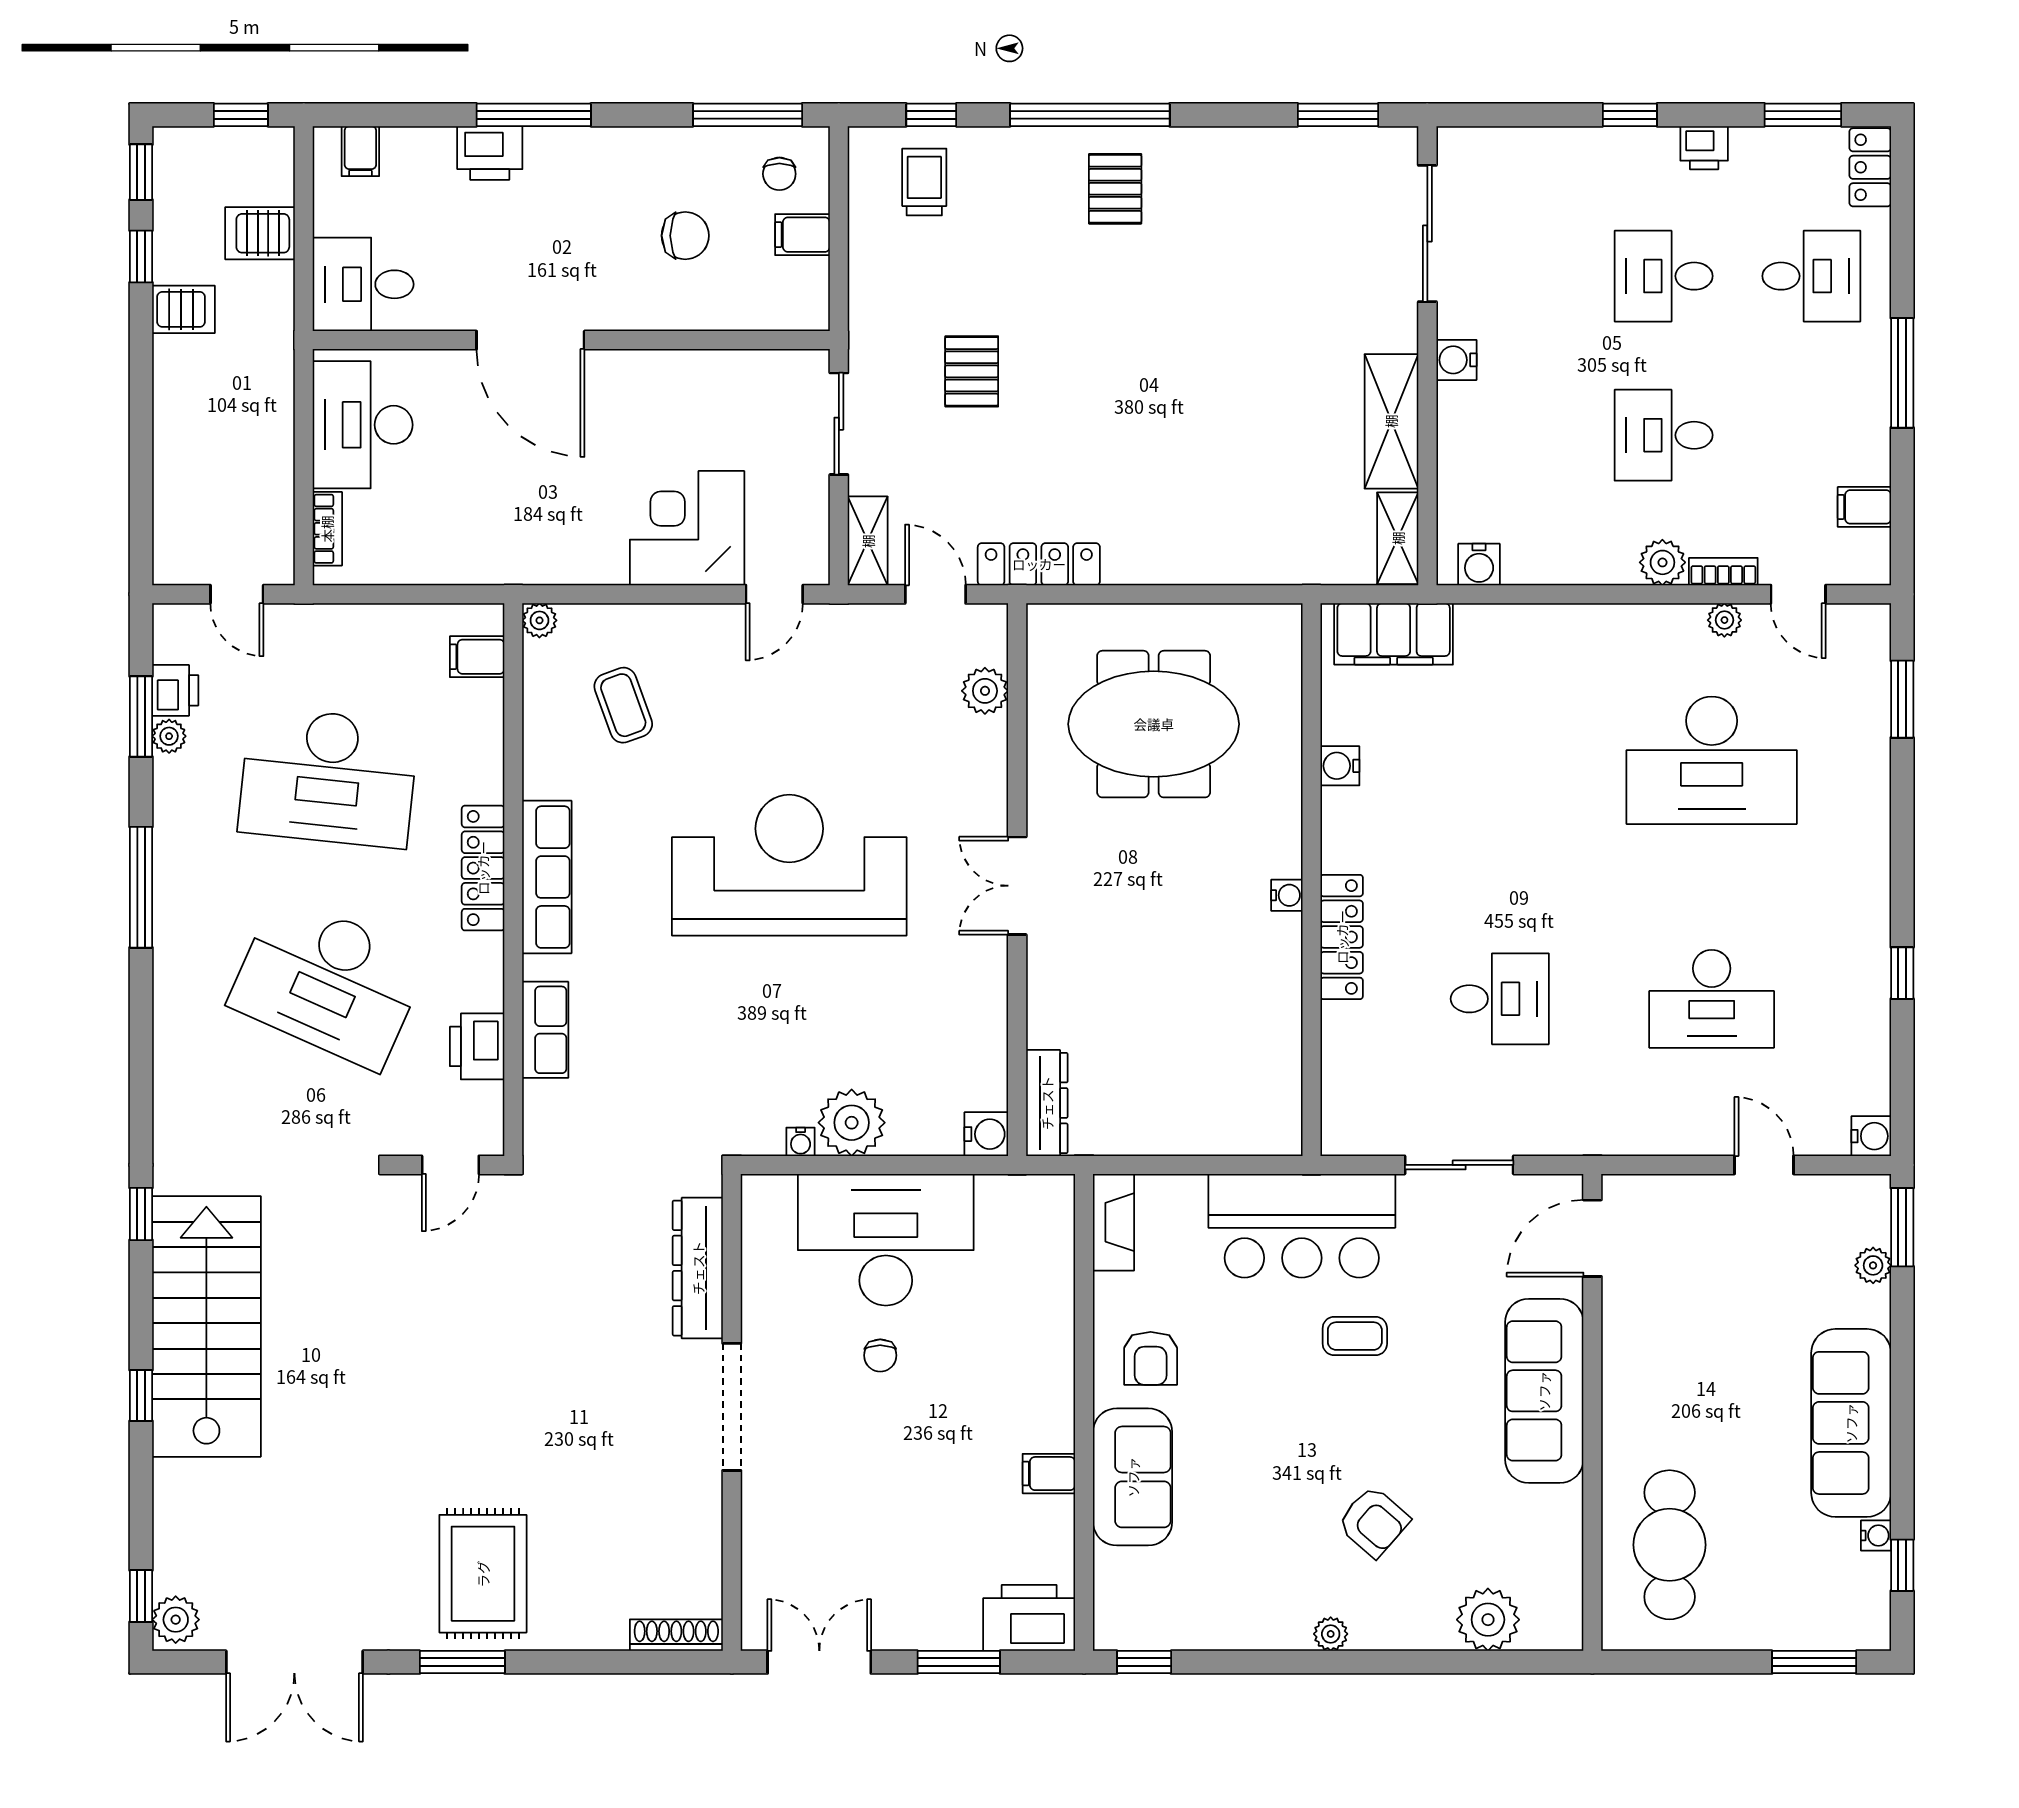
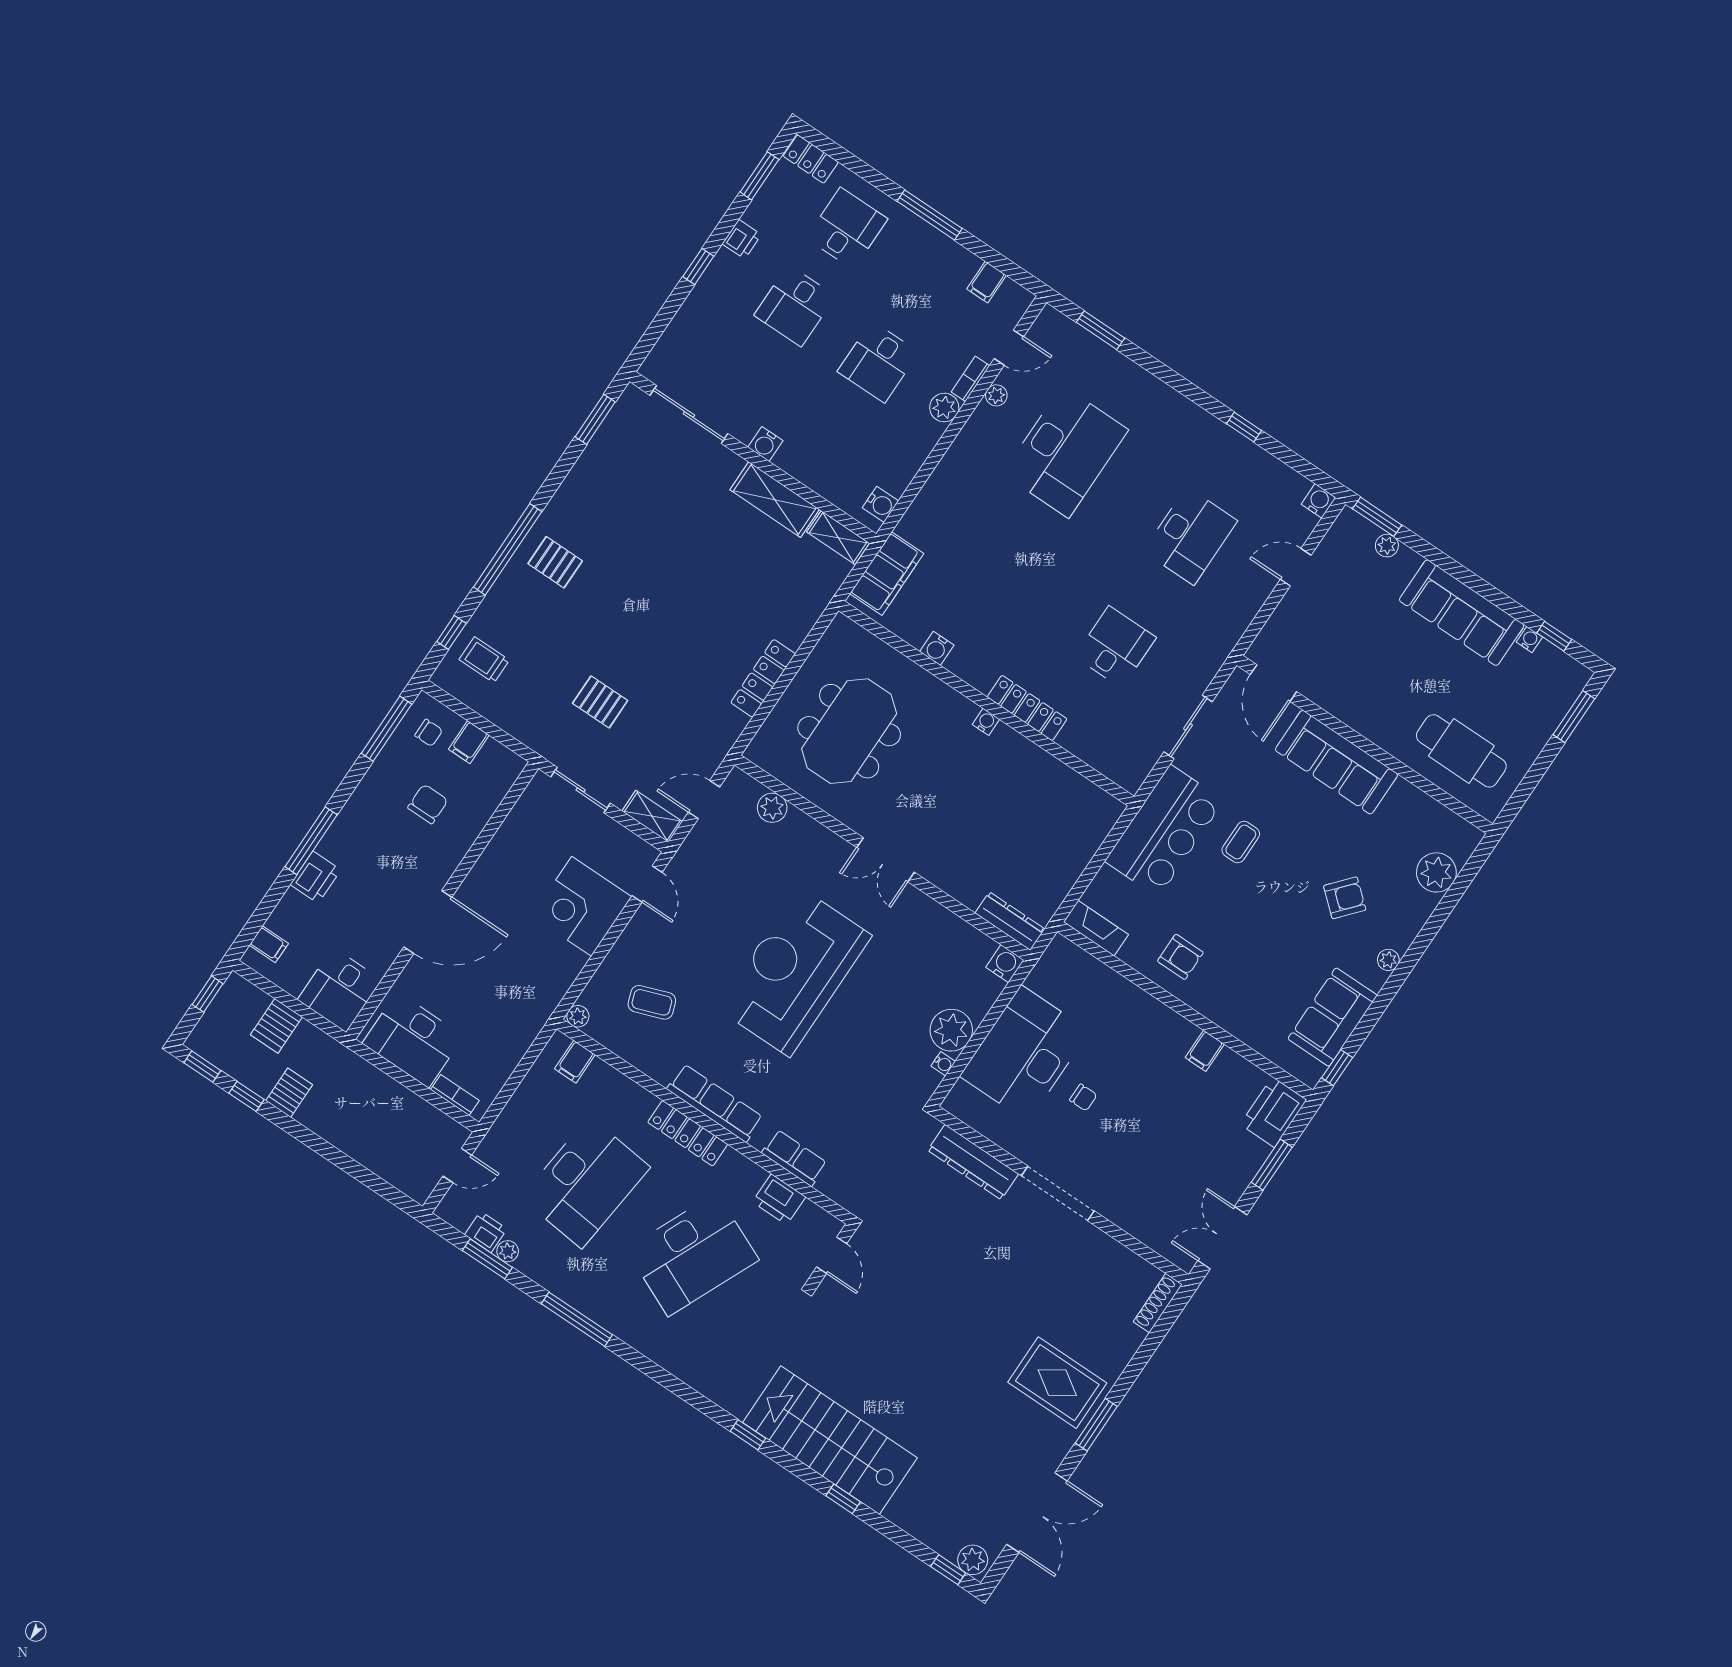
locker: (1039, 564) -> (763, 678), moved
sofa: (1133, 1477) -> (1332, 1017), moved, turned -90

